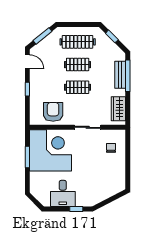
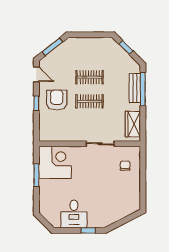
clothes rail: (78, 42) -> (90, 53), removed
armchair: (53, 112) -> (57, 100), moved
corner desk: (50, 150) -> (55, 162), width x0.74, depth x0.74

